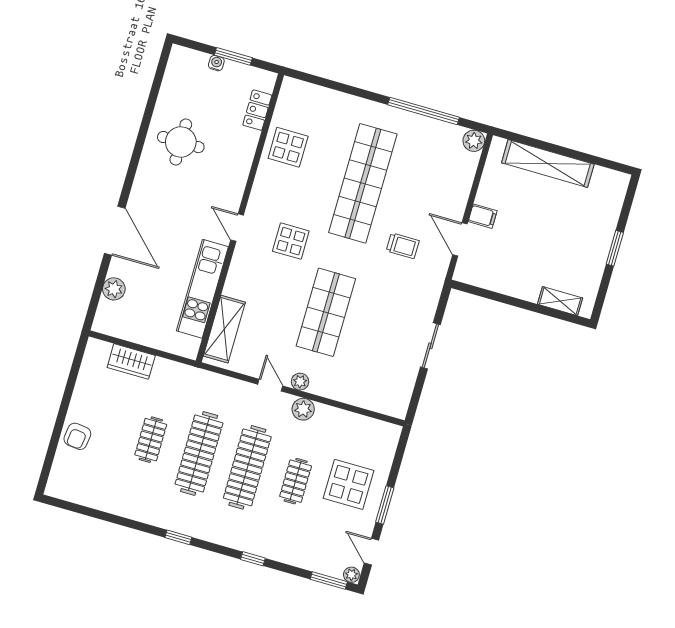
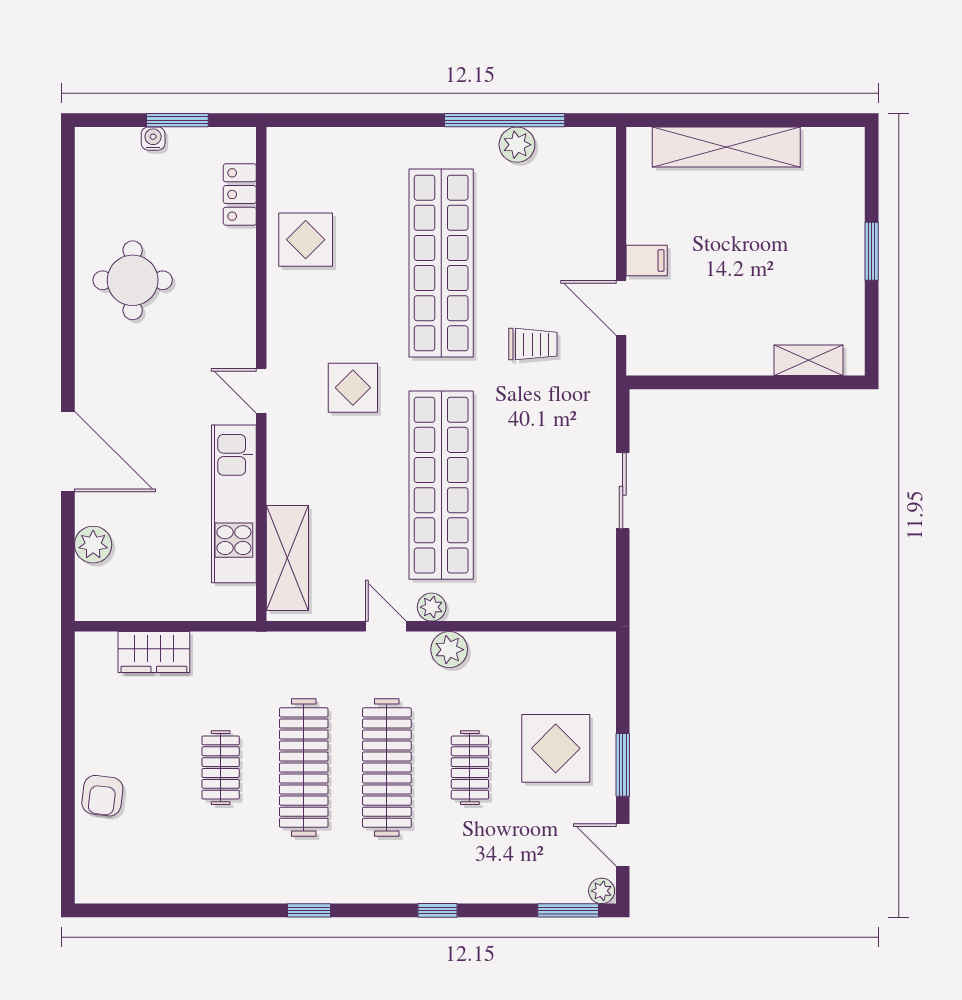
plant: (474, 141) -> (517, 145), moved
shop shelf: (326, 312) -> (441, 485), width x1.40

